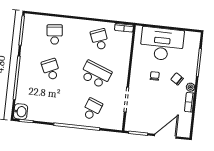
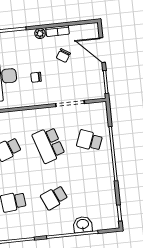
school desk: (96, 74) -> (49, 145), turned -39
chair: (177, 79) -> (63, 56), moved
washbasin: (21, 112) -> (83, 224), moved

